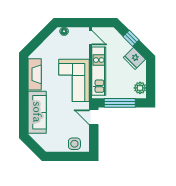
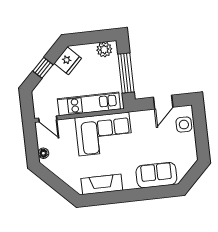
door: (91, 38) -> (48, 119), swing flipped
sofa: (37, 112) -> (156, 175), width x0.73
door: (94, 117) -> (163, 102), moved

